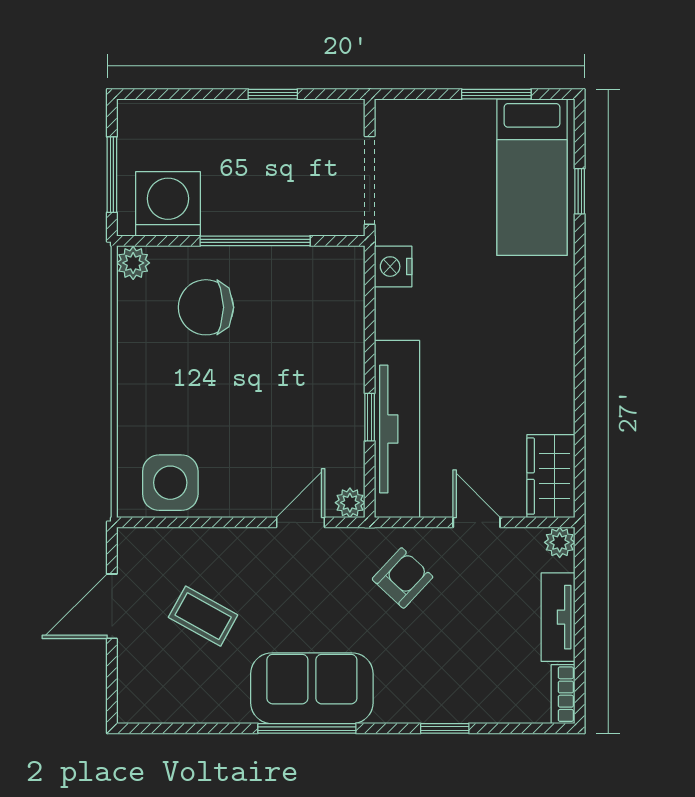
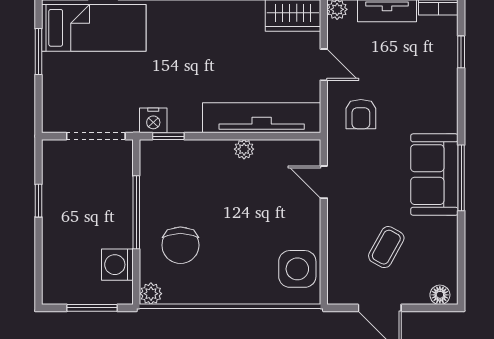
washing machine: (168, 204) -> (117, 265), width x0.73, depth x0.73
window: (370, 417) -> (168, 136), moved
plant: (350, 503) -> (244, 149), moved
door: (477, 522) -> (324, 65), swing flipped
armchair: (403, 578) -> (361, 114), turned -133
floor lamp: (131, 697) -> (440, 295), added
window: (445, 728) -> (461, 52), moved

